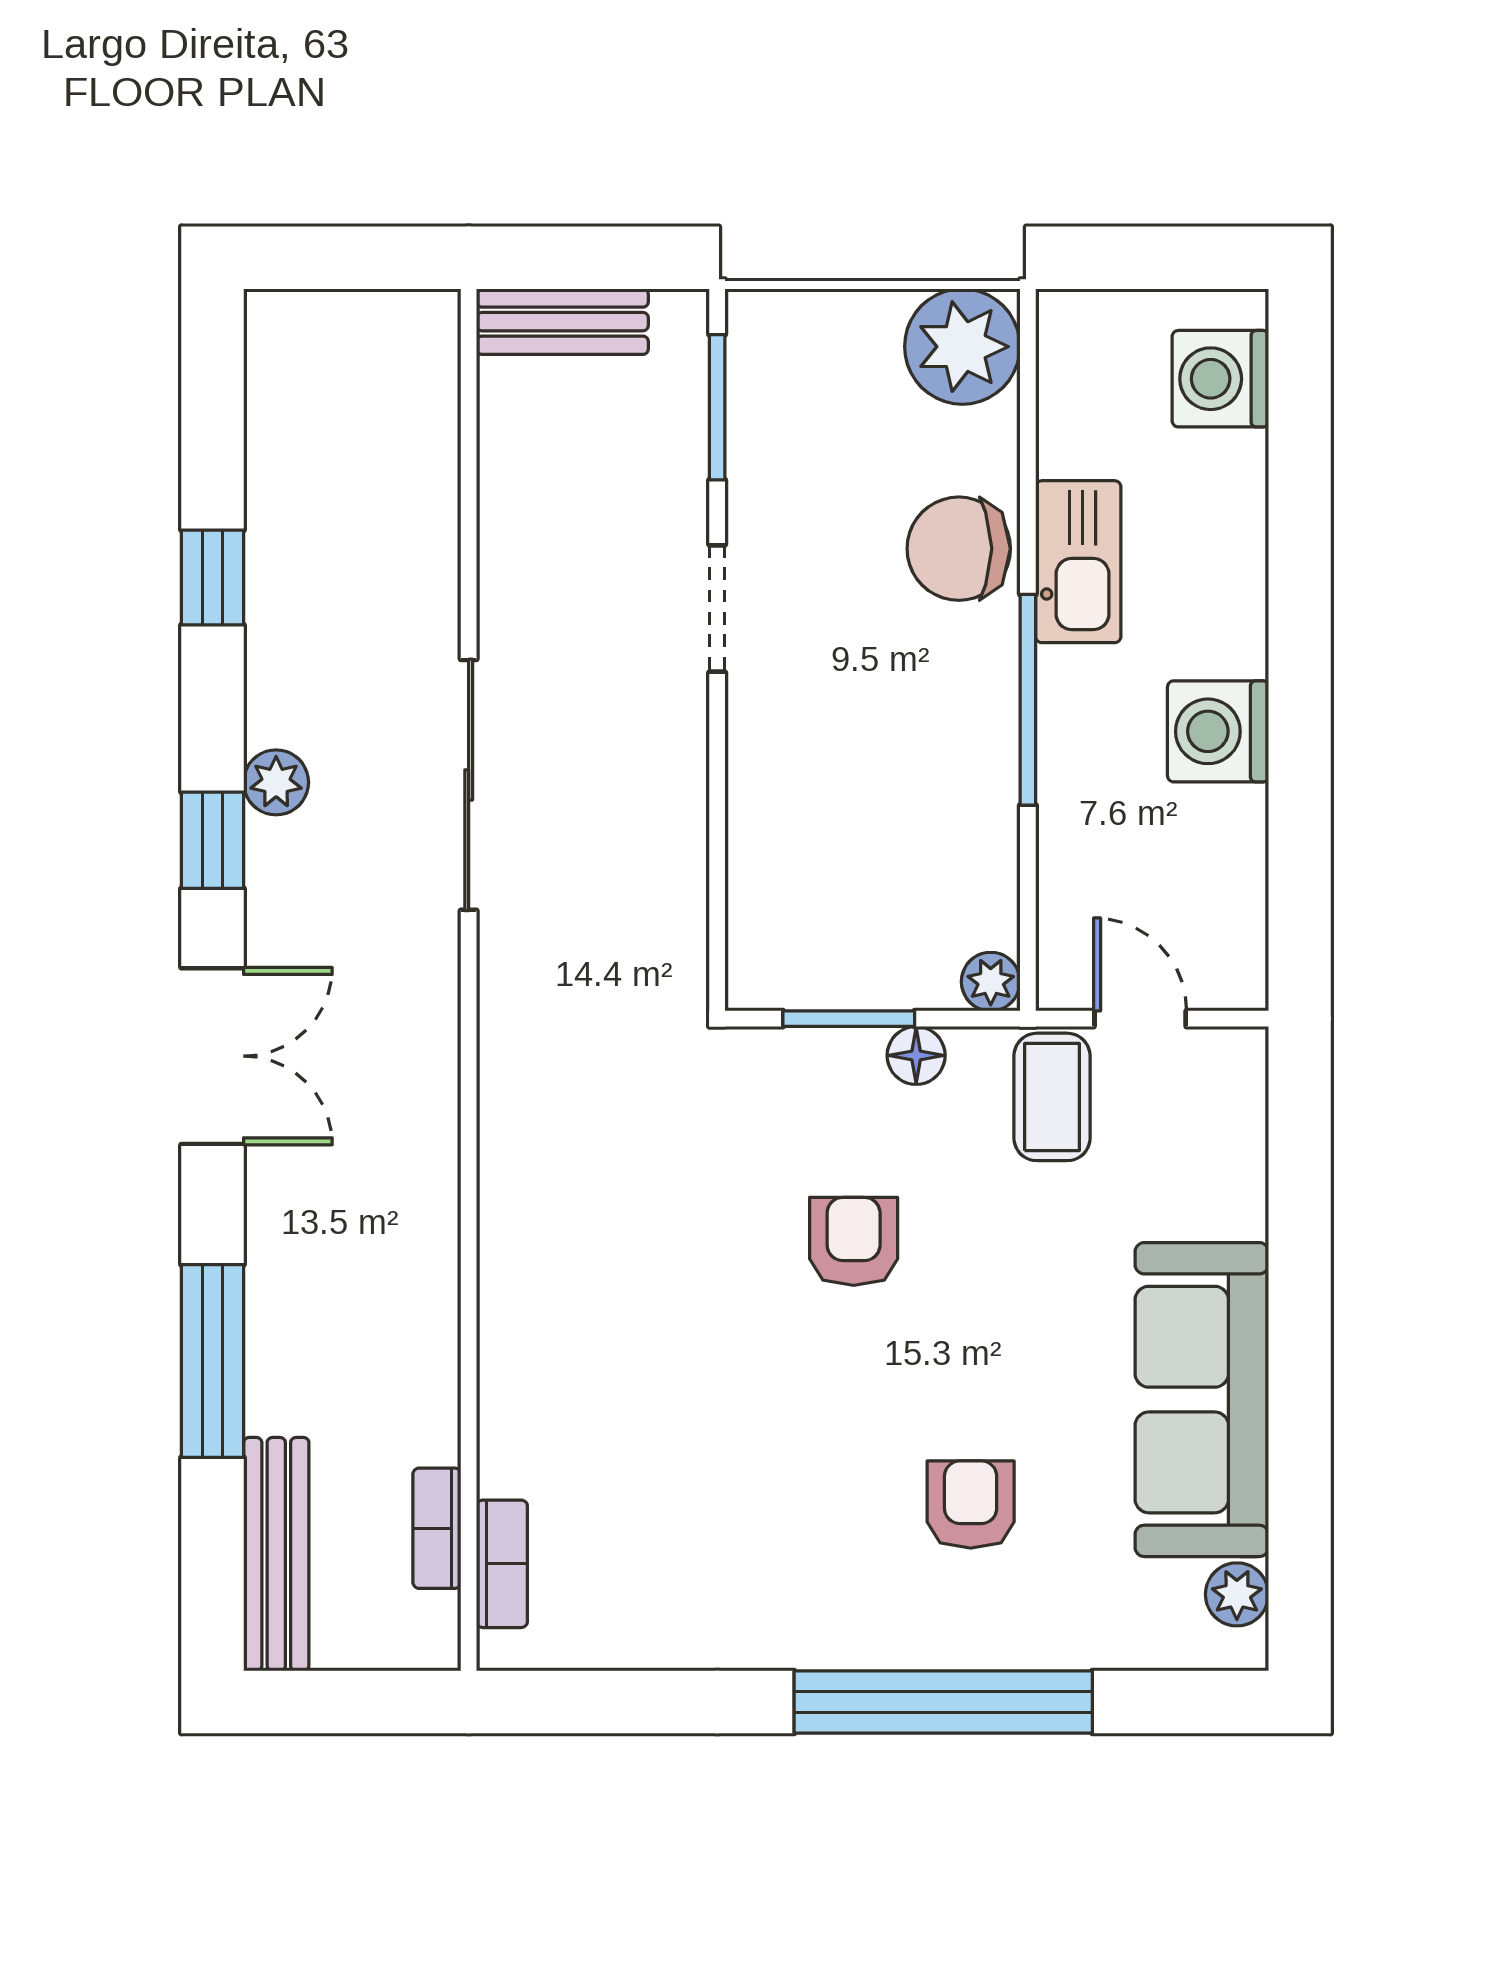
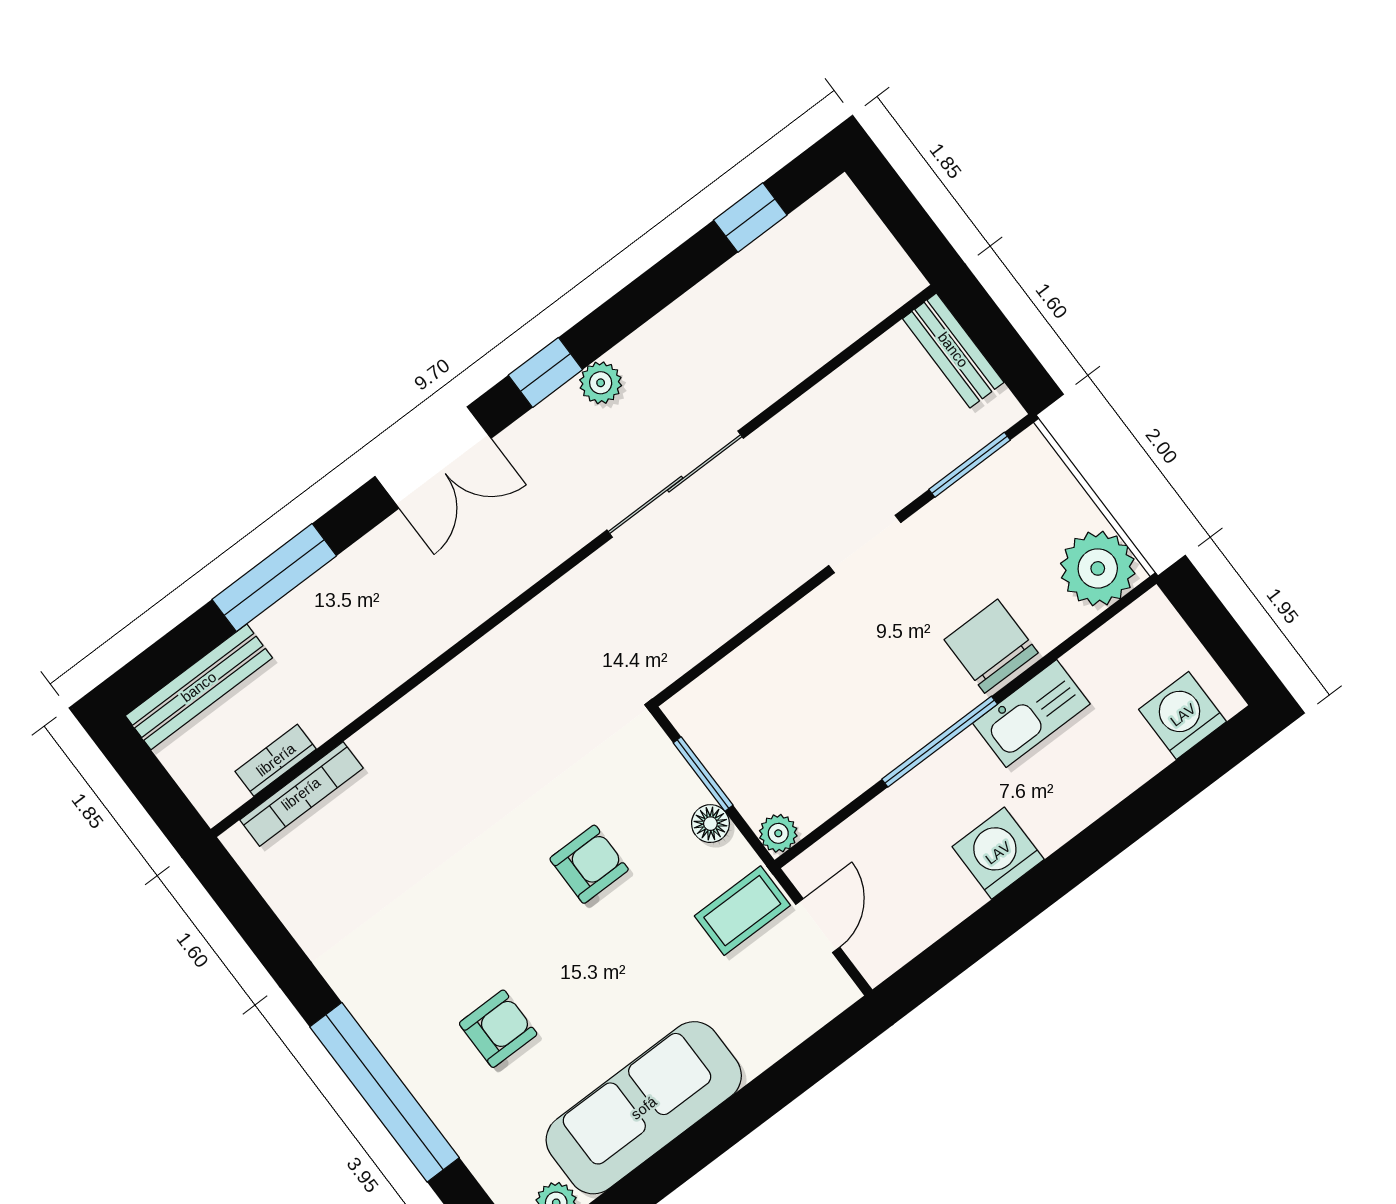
window: (212, 578) -> (750, 218), moved
bookcase: (502, 1564) -> (301, 794), width x1.56

